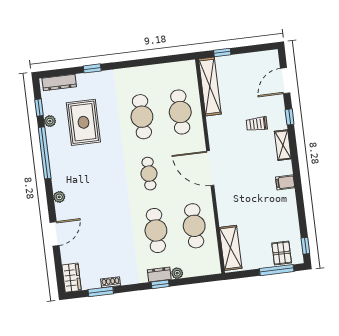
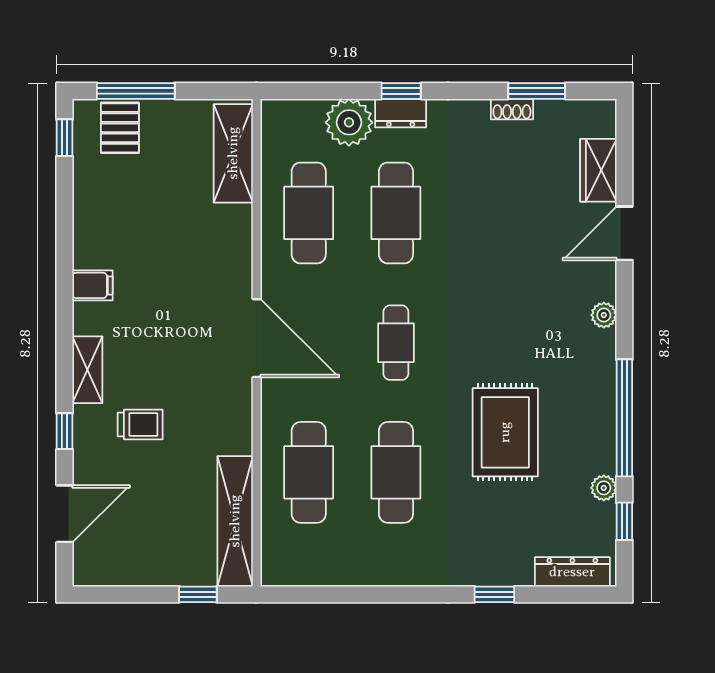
rug: (83, 122) -> (505, 432), moved
plant: (177, 273) -> (349, 122), width x1.88, depth x1.88
wardrobe: (72, 278) -> (598, 170), moved

